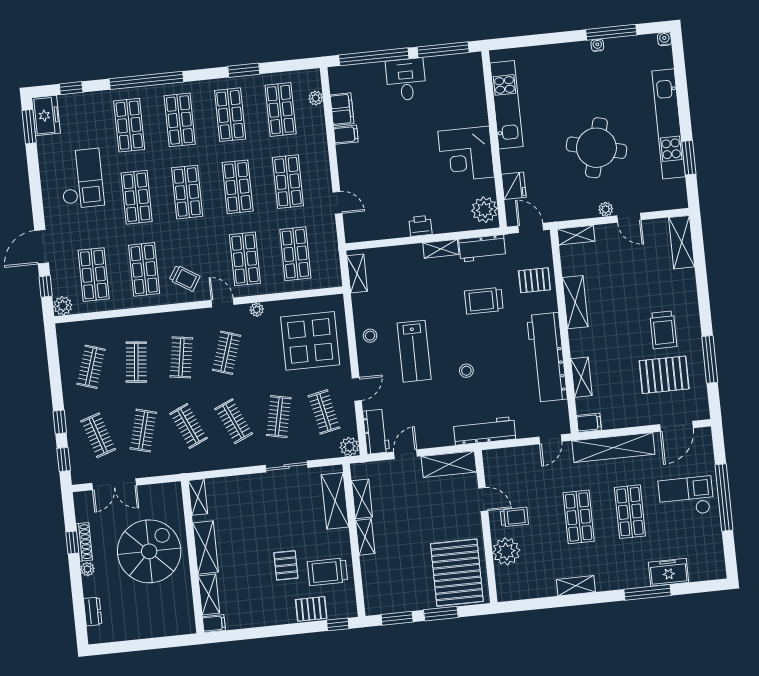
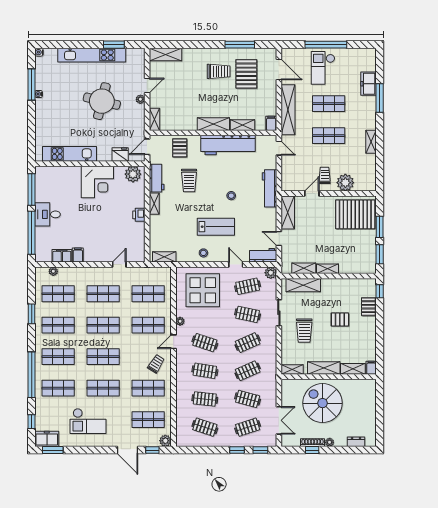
checkout: (82, 179) -> (88, 421), turned 180
shelving: (575, 302) -> (213, 124), moved
trolley: (328, 572) -> (304, 331), moved

